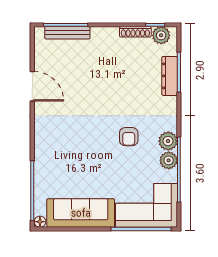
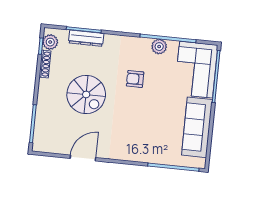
bench: (67, 33) -> (40, 123), removed
spiral stairs: (105, 82) -> (86, 94), added
armchair: (129, 137) -> (135, 79), turned 180
plant: (168, 141) -> (142, 45), removed
floor lamp: (40, 222) -> (201, 163), removed

